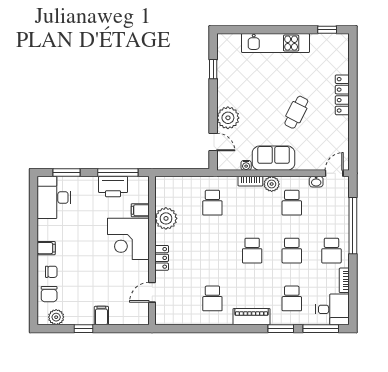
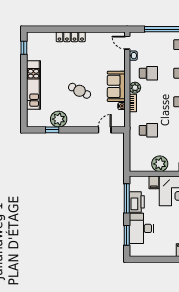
cafe table: (296, 112) -> (80, 91), moved
plant: (228, 118) -> (59, 119), moved
desk: (54, 197) -> (141, 228), moved, turned 90

